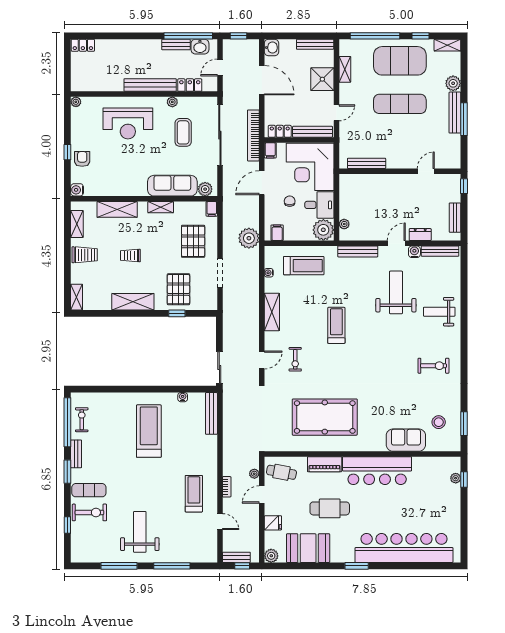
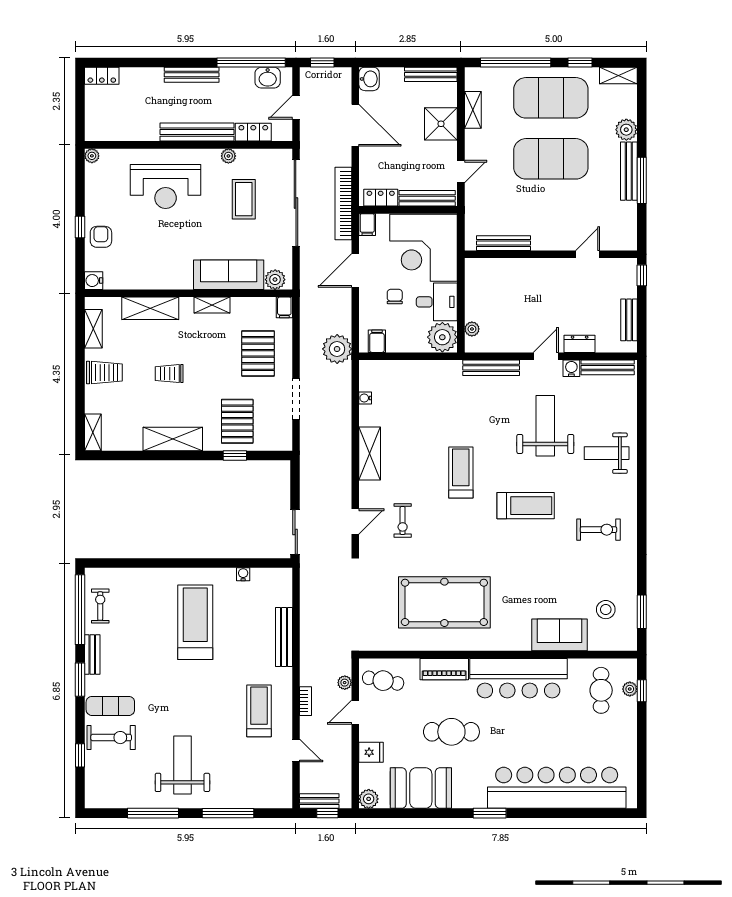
bench: (176, 45) -> (192, 75), moved, width x1.36
exercise mat: (400, 104) -> (551, 159), width x1.47
treadmill: (304, 266) -> (526, 506), moved
bench: (211, 413) -> (284, 637), moved
cafe table: (435, 479) -> (601, 690), added

